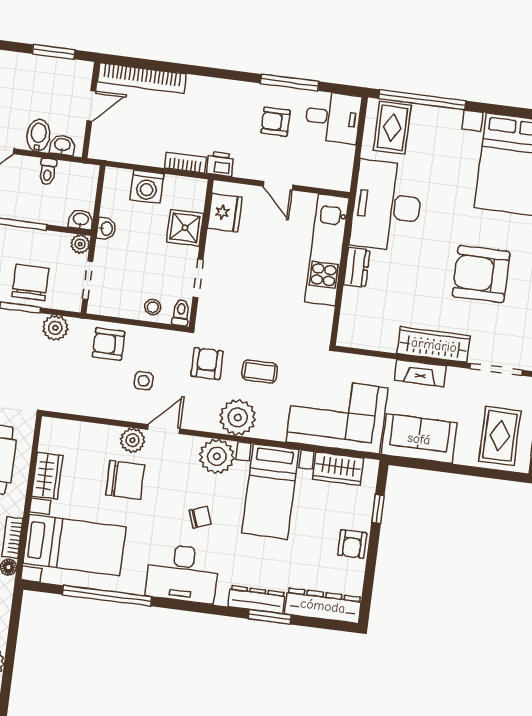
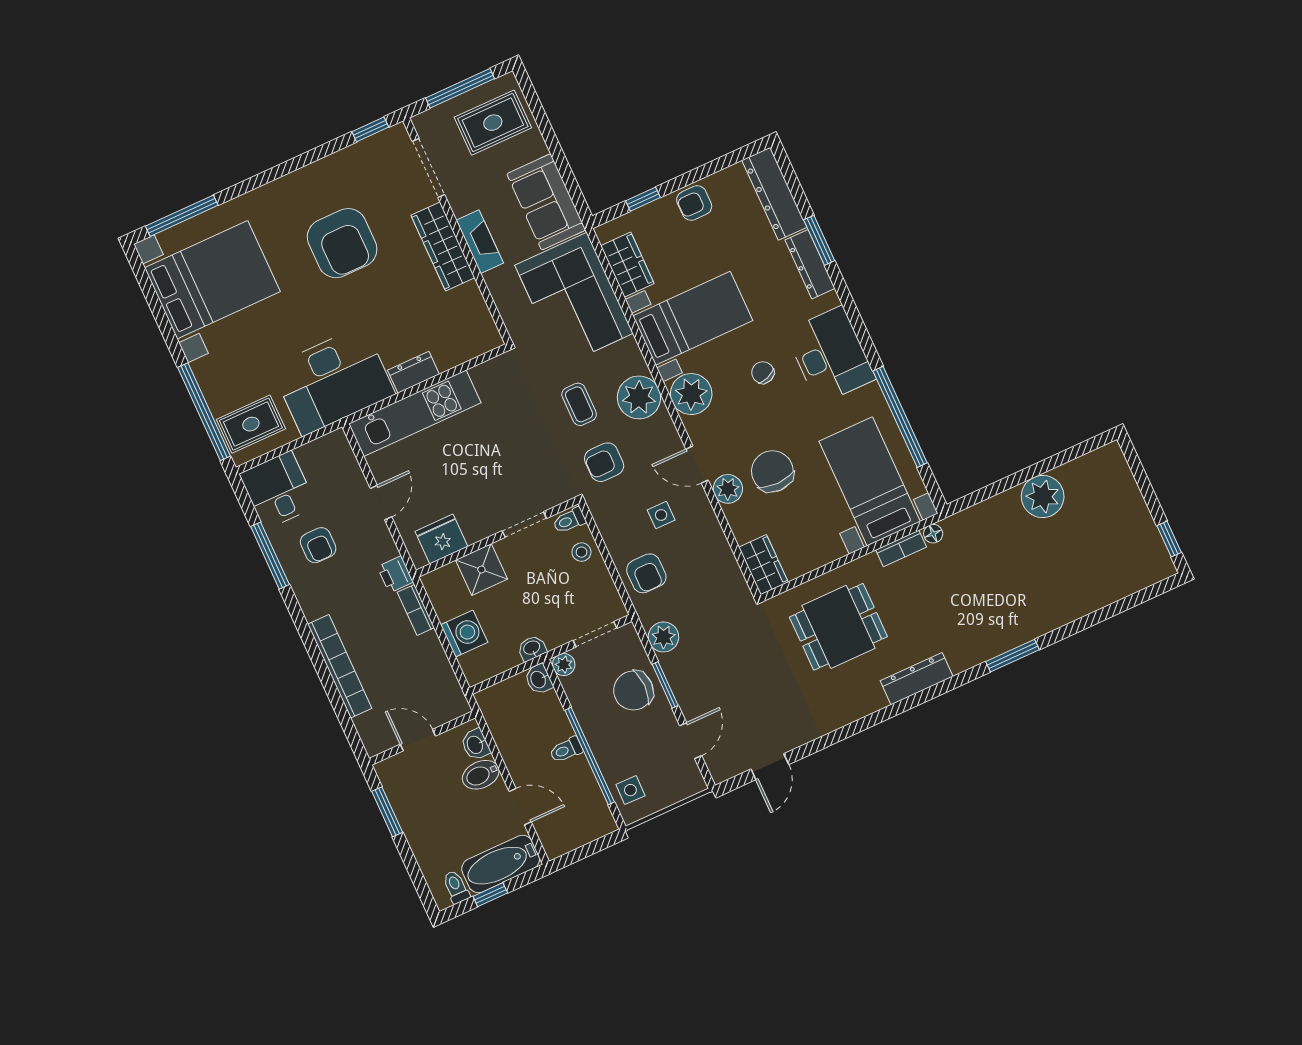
bookcase: (142, 78) -> (340, 666), moved
toilet: (48, 172) -> (566, 750), moved, turned 180
wardrobe: (47, 476) -> (763, 565), moved, turned 90
armchair: (352, 544) -> (694, 203), turned 180

